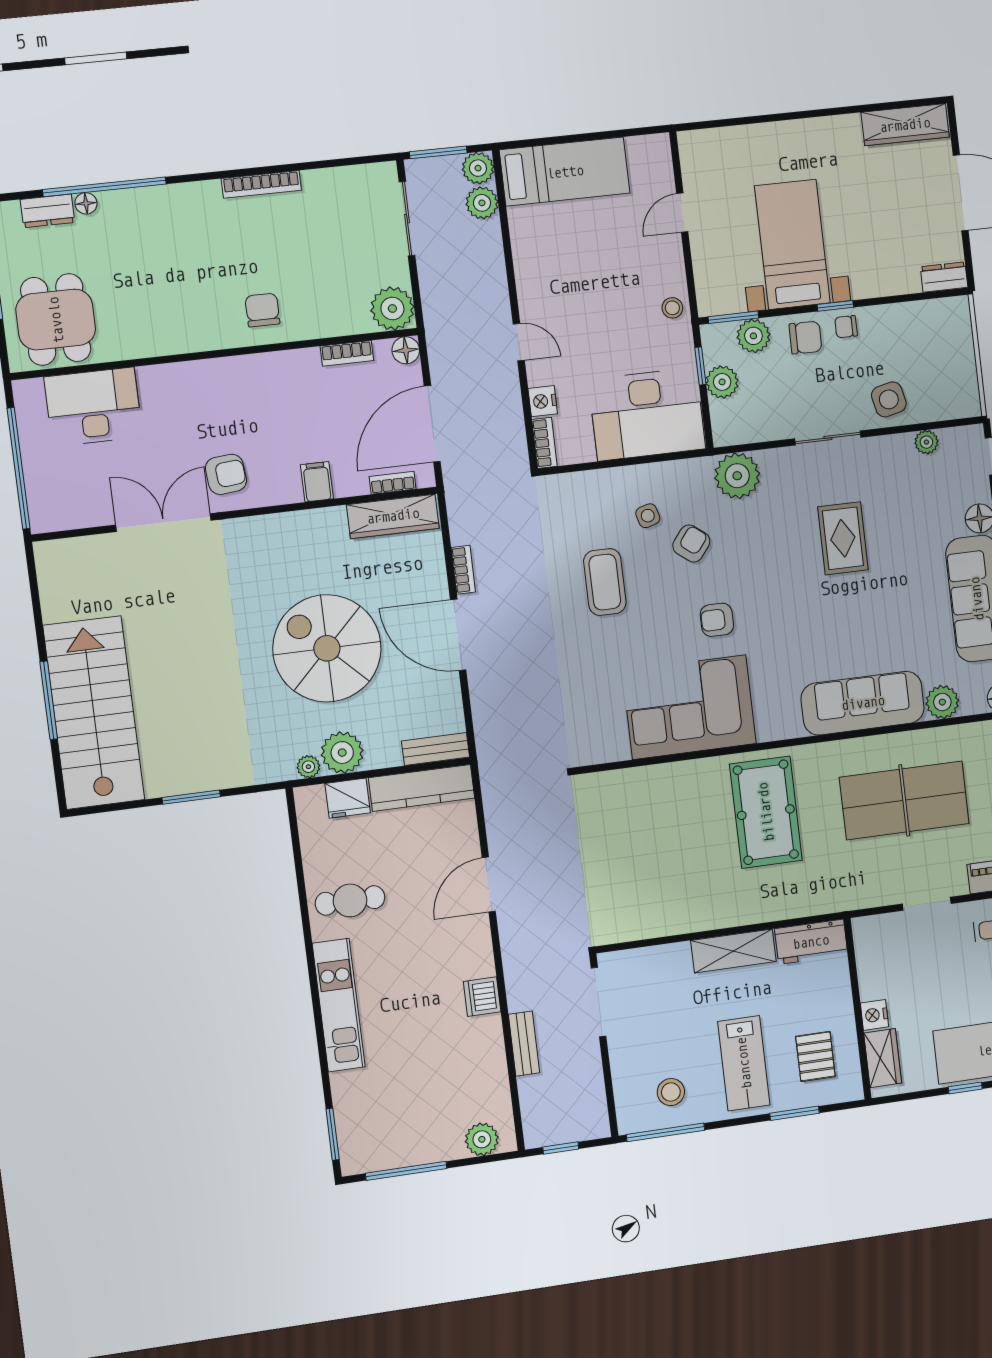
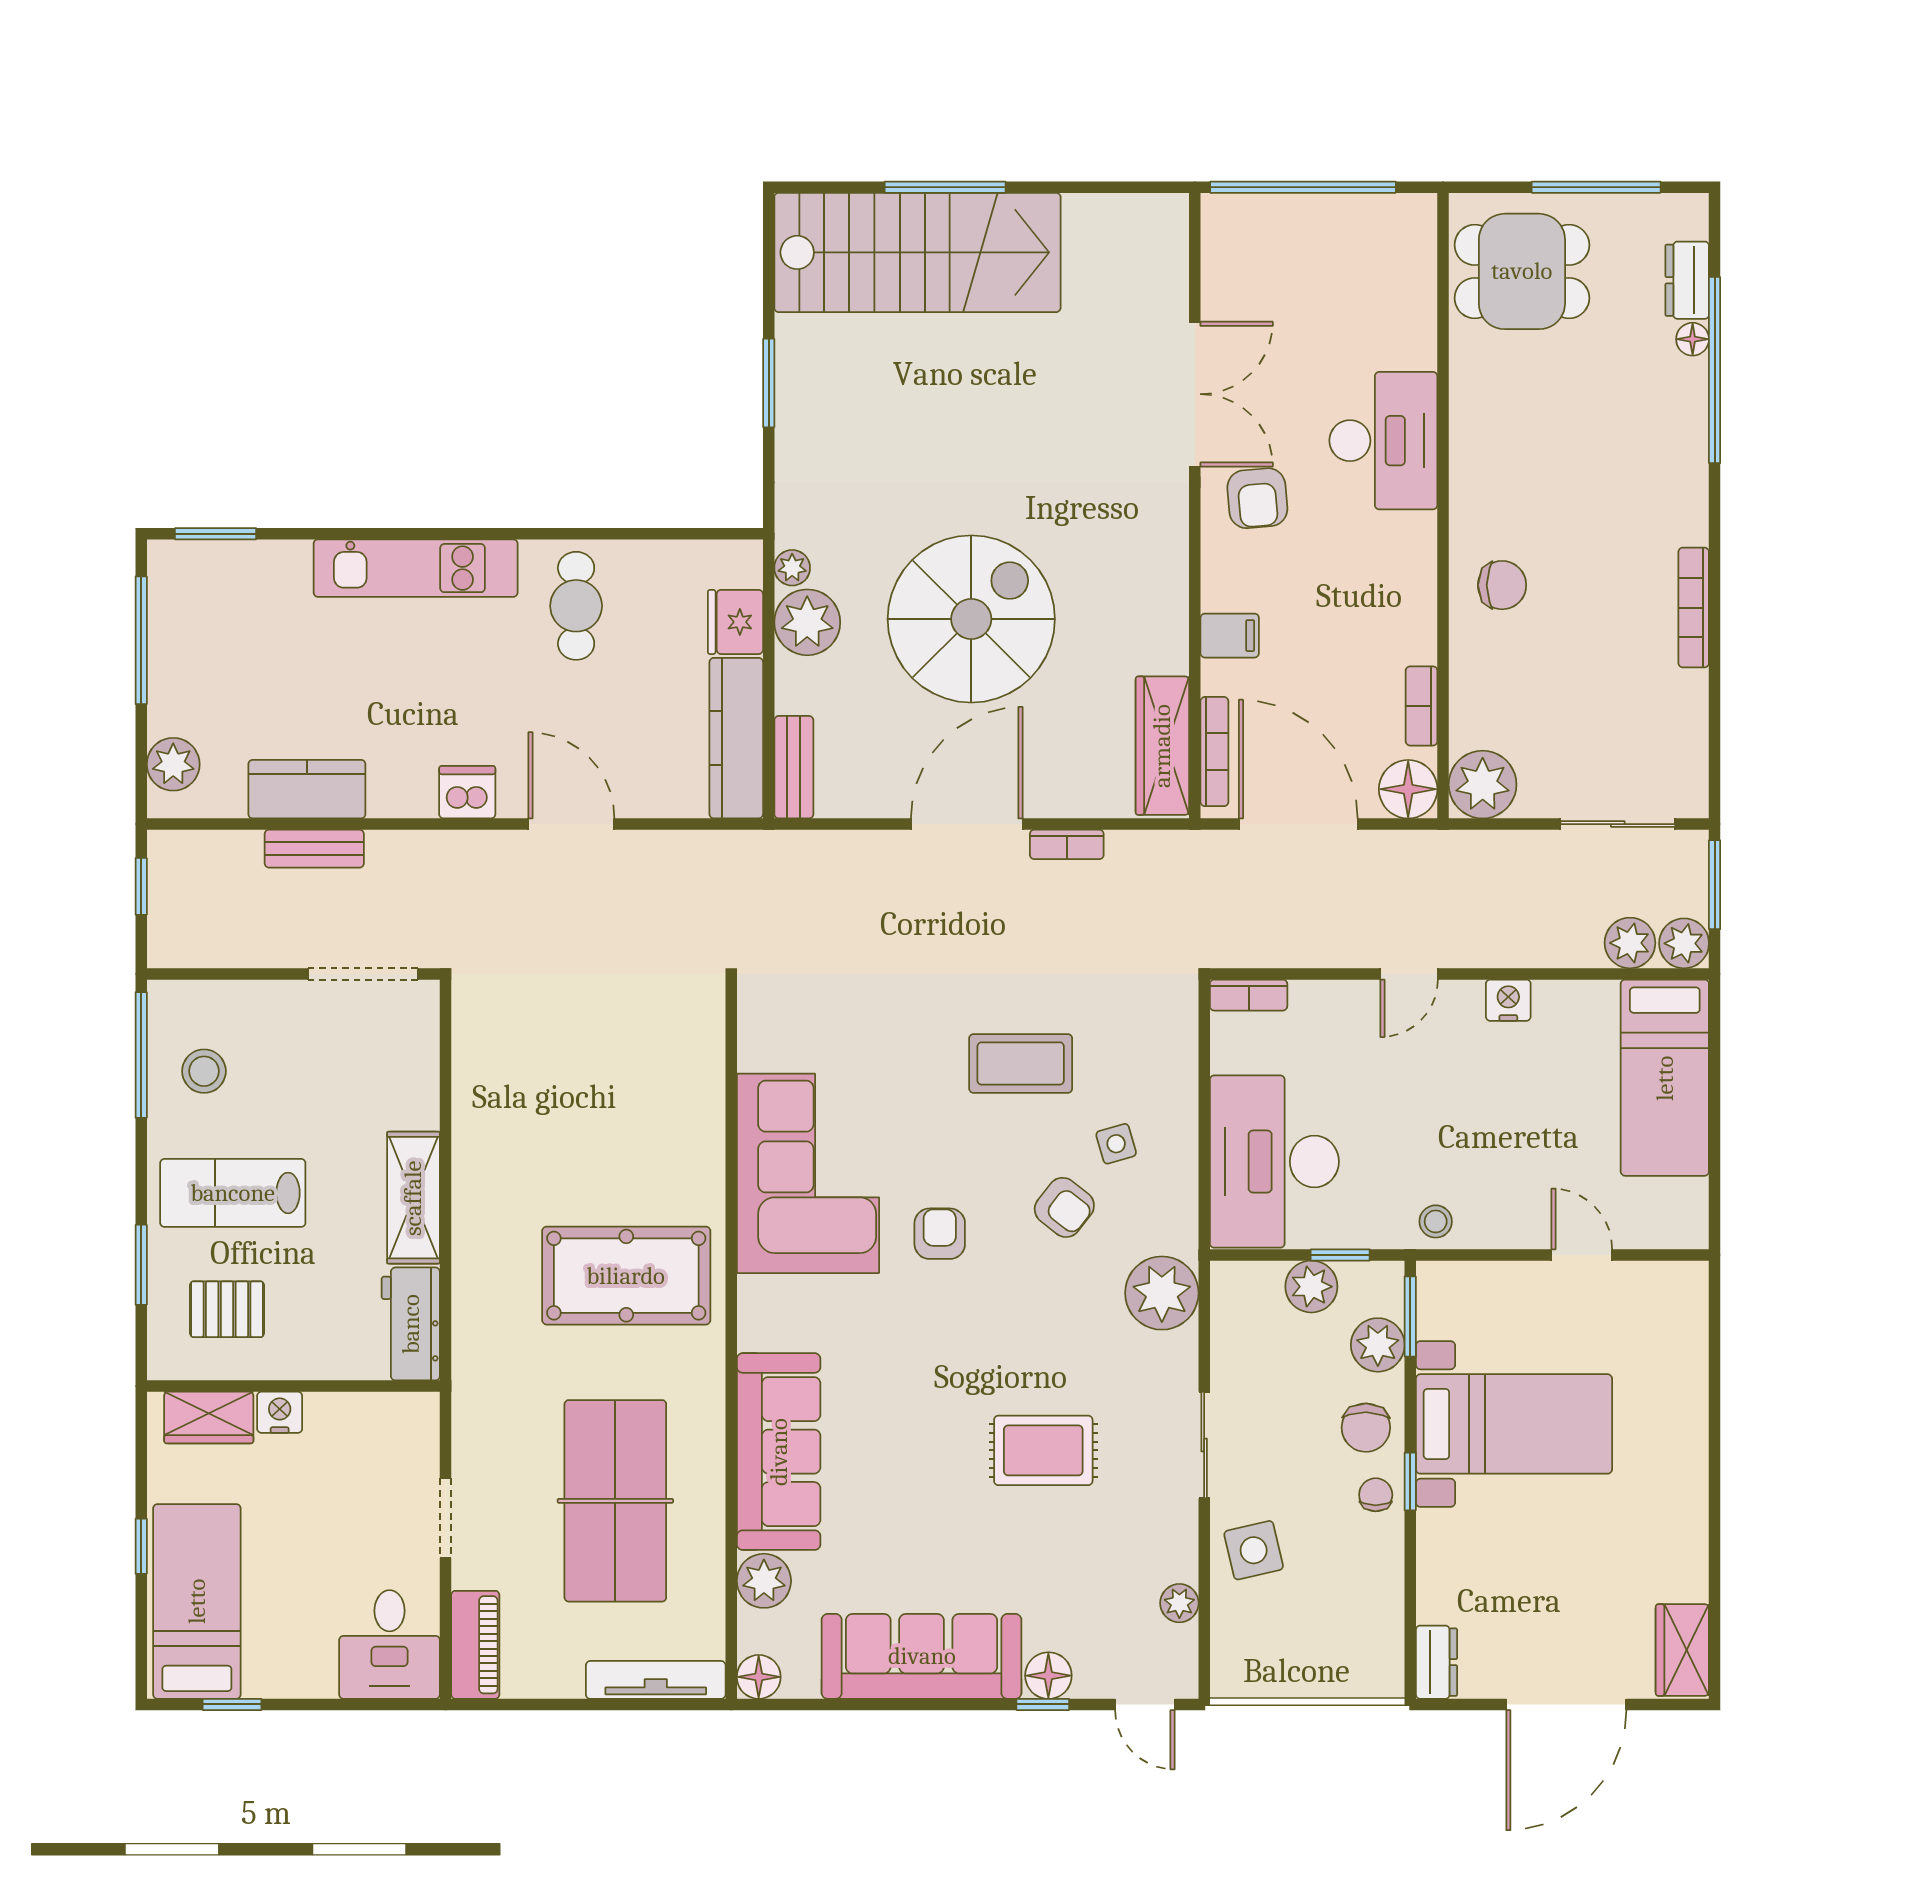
wardrobe: (905, 125) -> (1682, 1650), width x0.67
floor lamp: (406, 350) -> (1408, 789), width x1.38, depth x1.38
nightstand: (543, 401) -> (1508, 1000), moved
desk: (93, 407) -> (1383, 441), moved
bookcase: (393, 483) -> (1214, 752), width x1.56
dishwasher: (482, 997) -> (467, 792), moved
kitchen counter: (487, 1053) -> (307, 789), added

